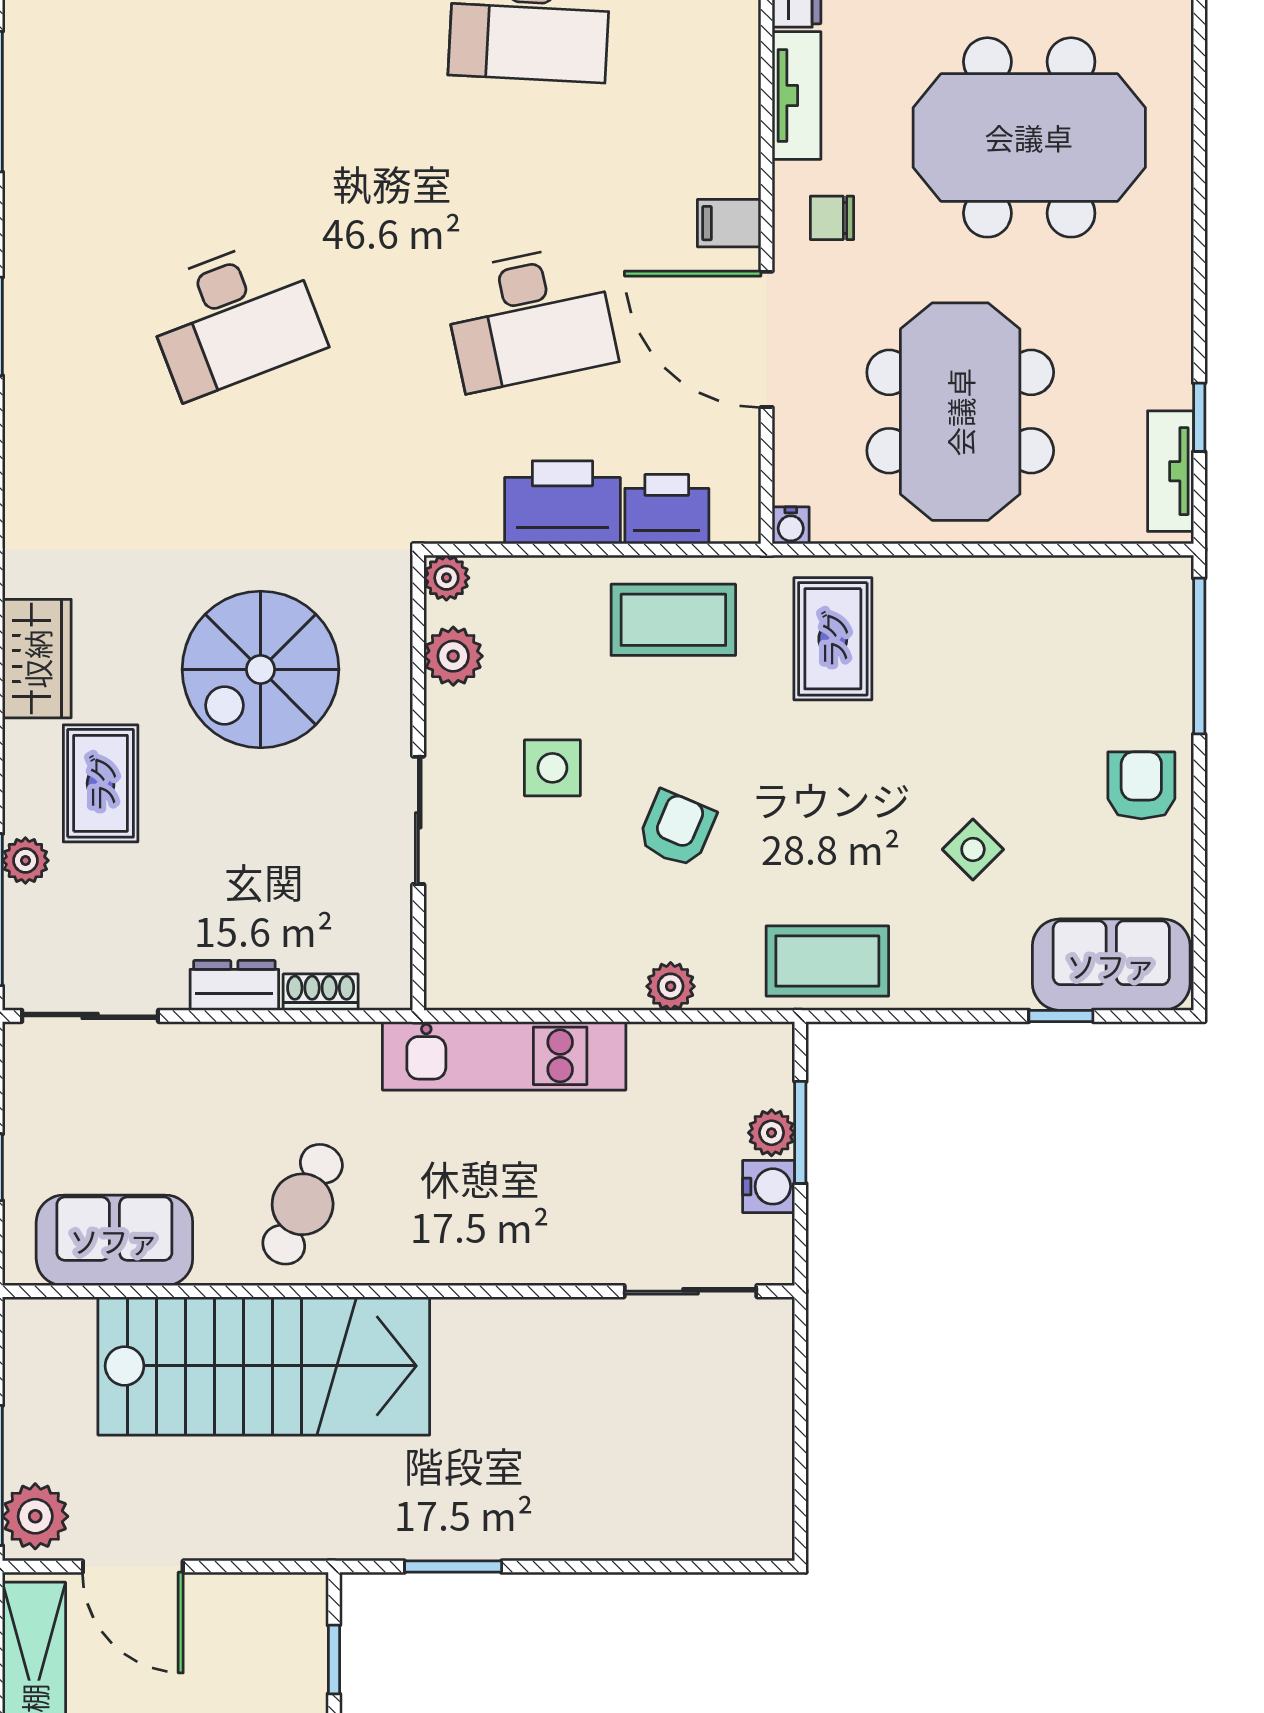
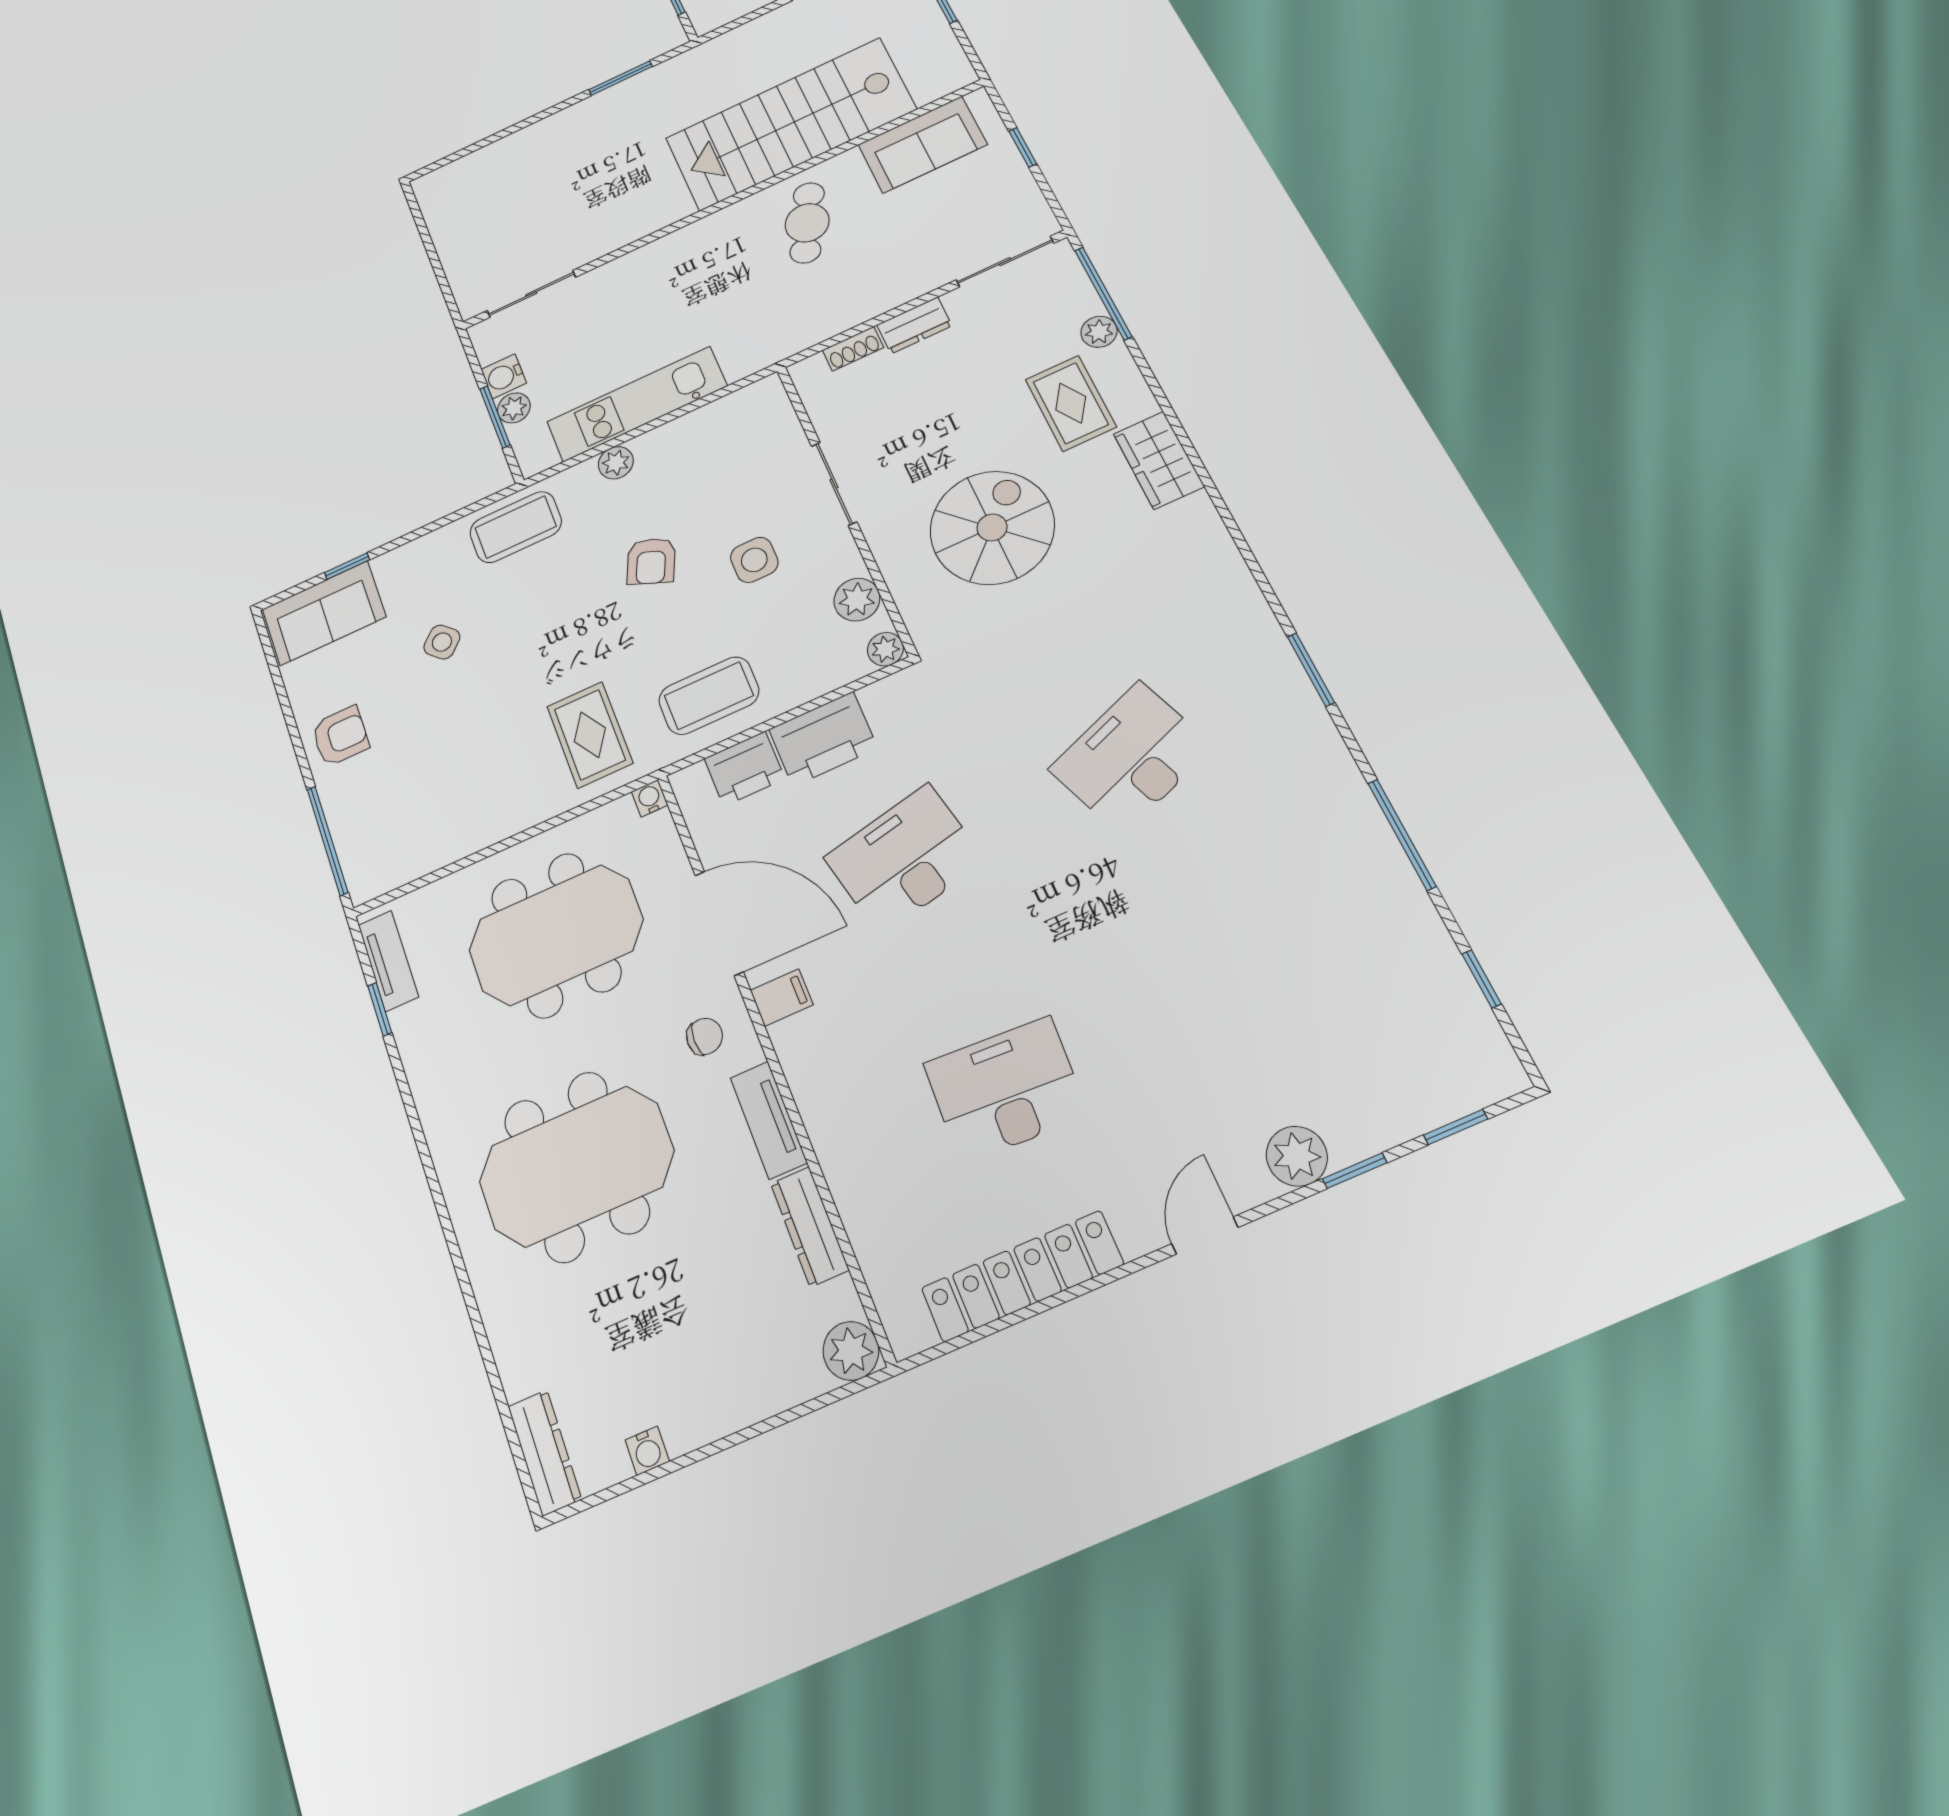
meeting table: (960, 412) -> (556, 935), turned 90
armchair: (1141, 785) -> (340, 736), turned -90
kitchen unit: (504, 1056) -> (637, 404), moved

